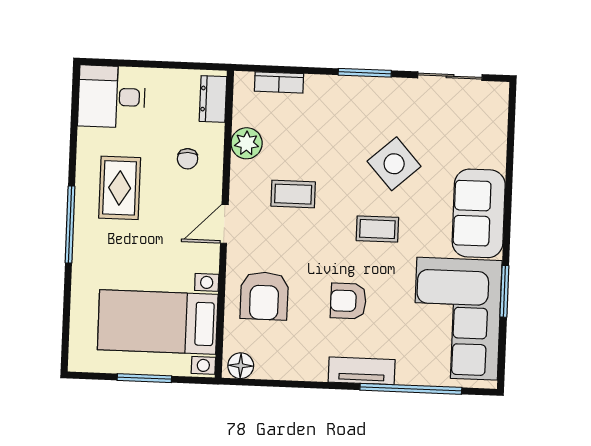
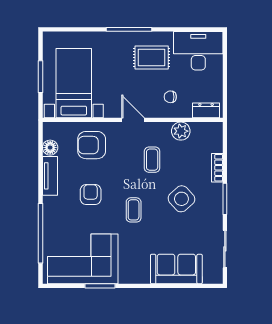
bookcase: (279, 82) -> (217, 168), moved
desk: (112, 97) -> (198, 51), width x1.37
side table: (394, 164) -> (181, 199), moved
sofa: (479, 213) -> (176, 269), moved
floor lamp: (241, 366) -> (50, 148), moved
tv unit: (362, 371) -> (50, 176), moved

